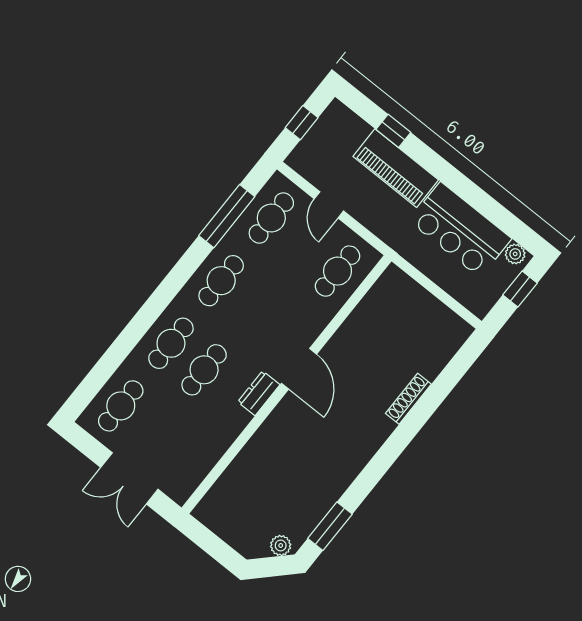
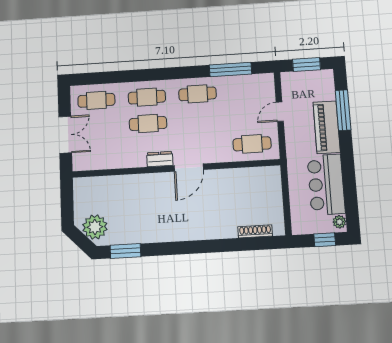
window: (302, 123) -> (306, 64), width x1.50
window: (393, 131) -> (343, 110), width x2.17
cafe table: (271, 218) -> (249, 91), removed
shoe rack: (408, 399) -> (255, 231), moved
double door: (129, 478) -> (65, 135), swing flipped
plant: (281, 545) -> (95, 227), width x1.88, depth x1.88

